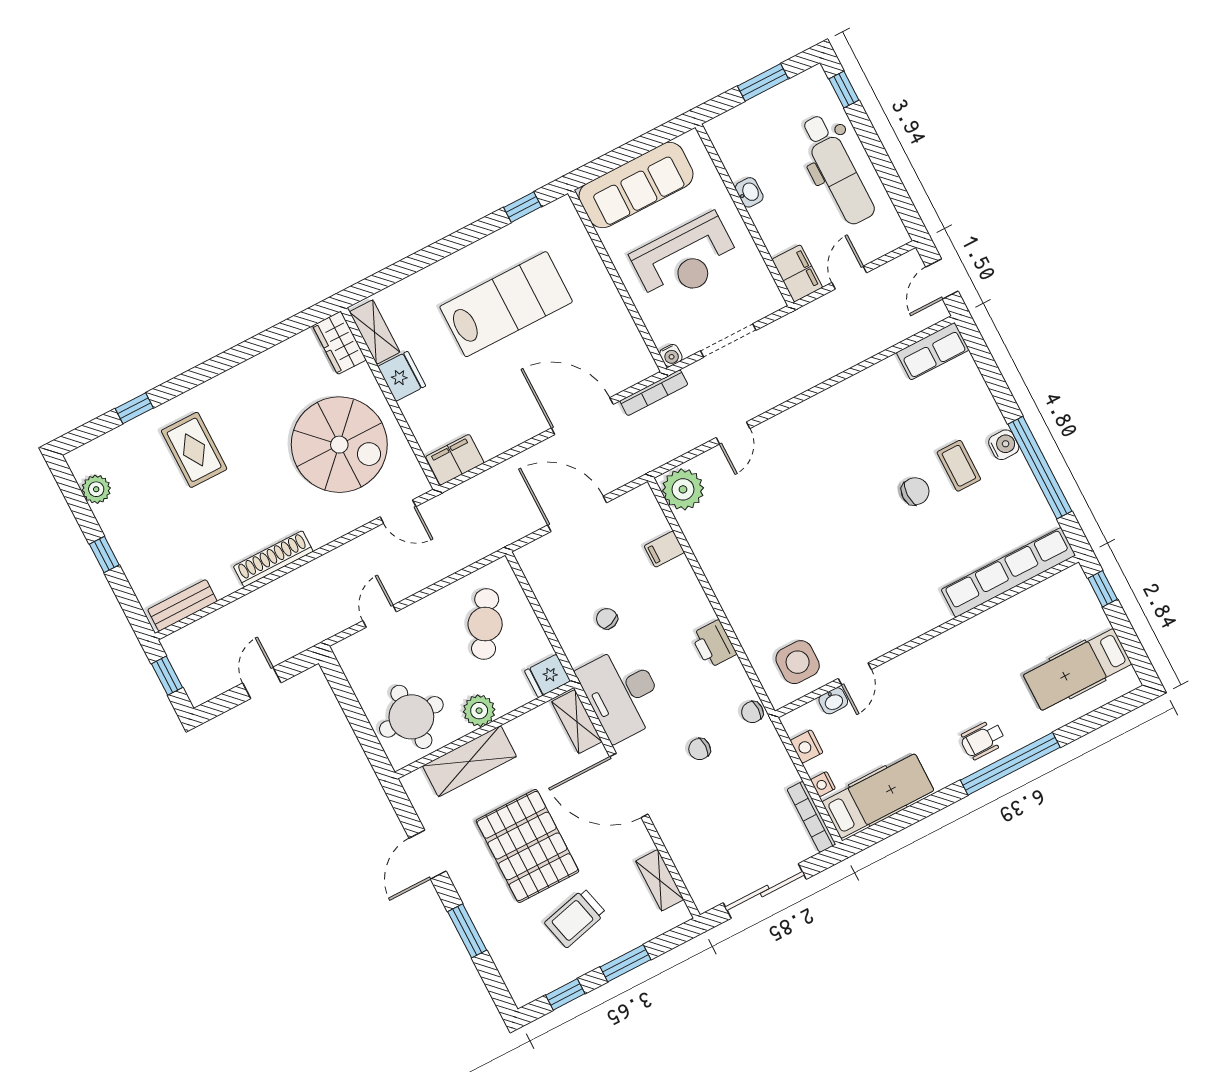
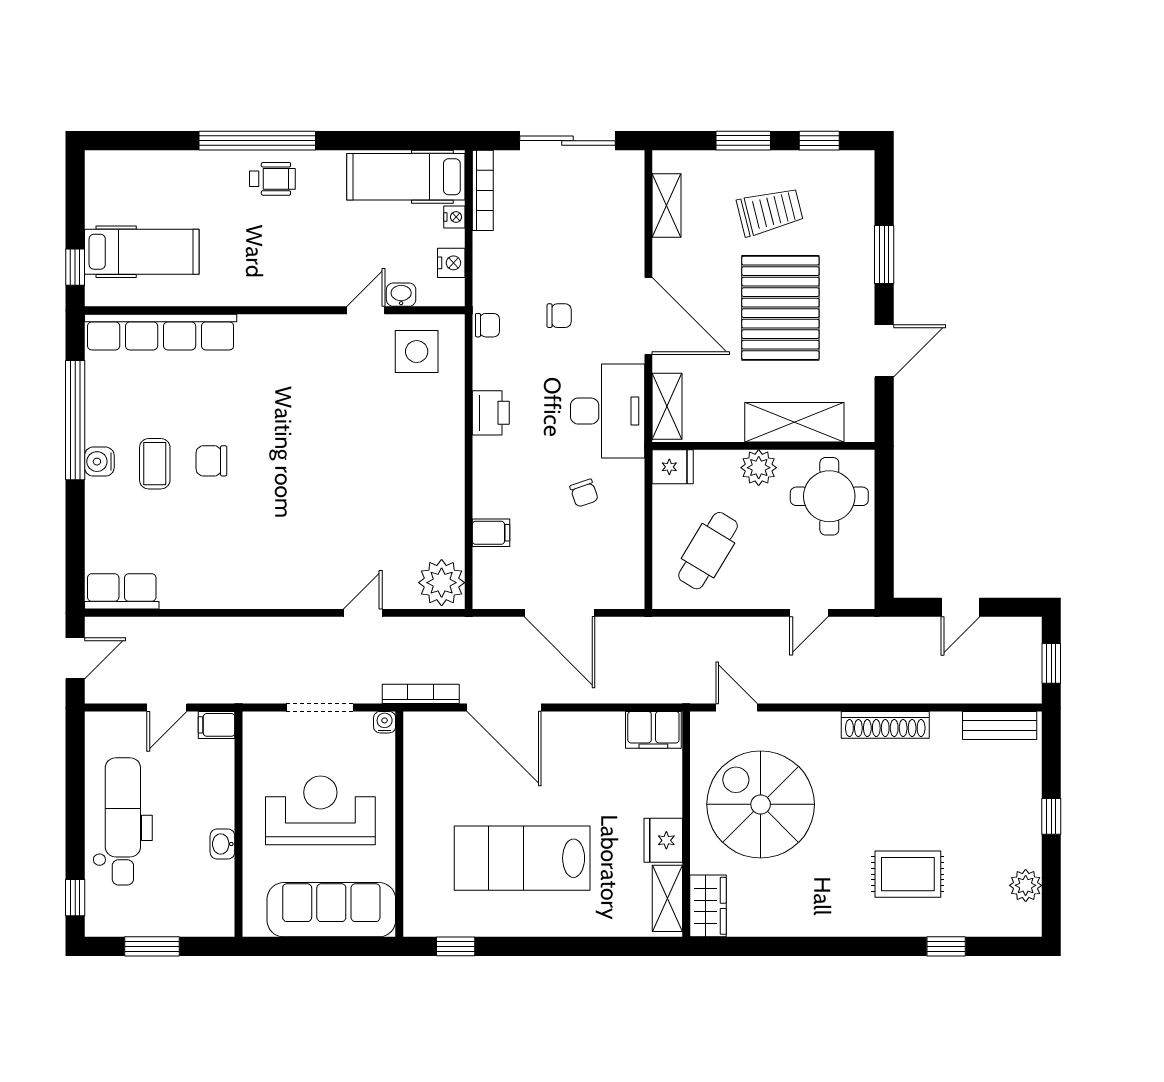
filing cabinet: (797, 273) -> (216, 725), width x0.50
rug: (194, 450) -> (908, 874), turned 90
hospital bed: (1078, 669) -> (142, 252), moved

